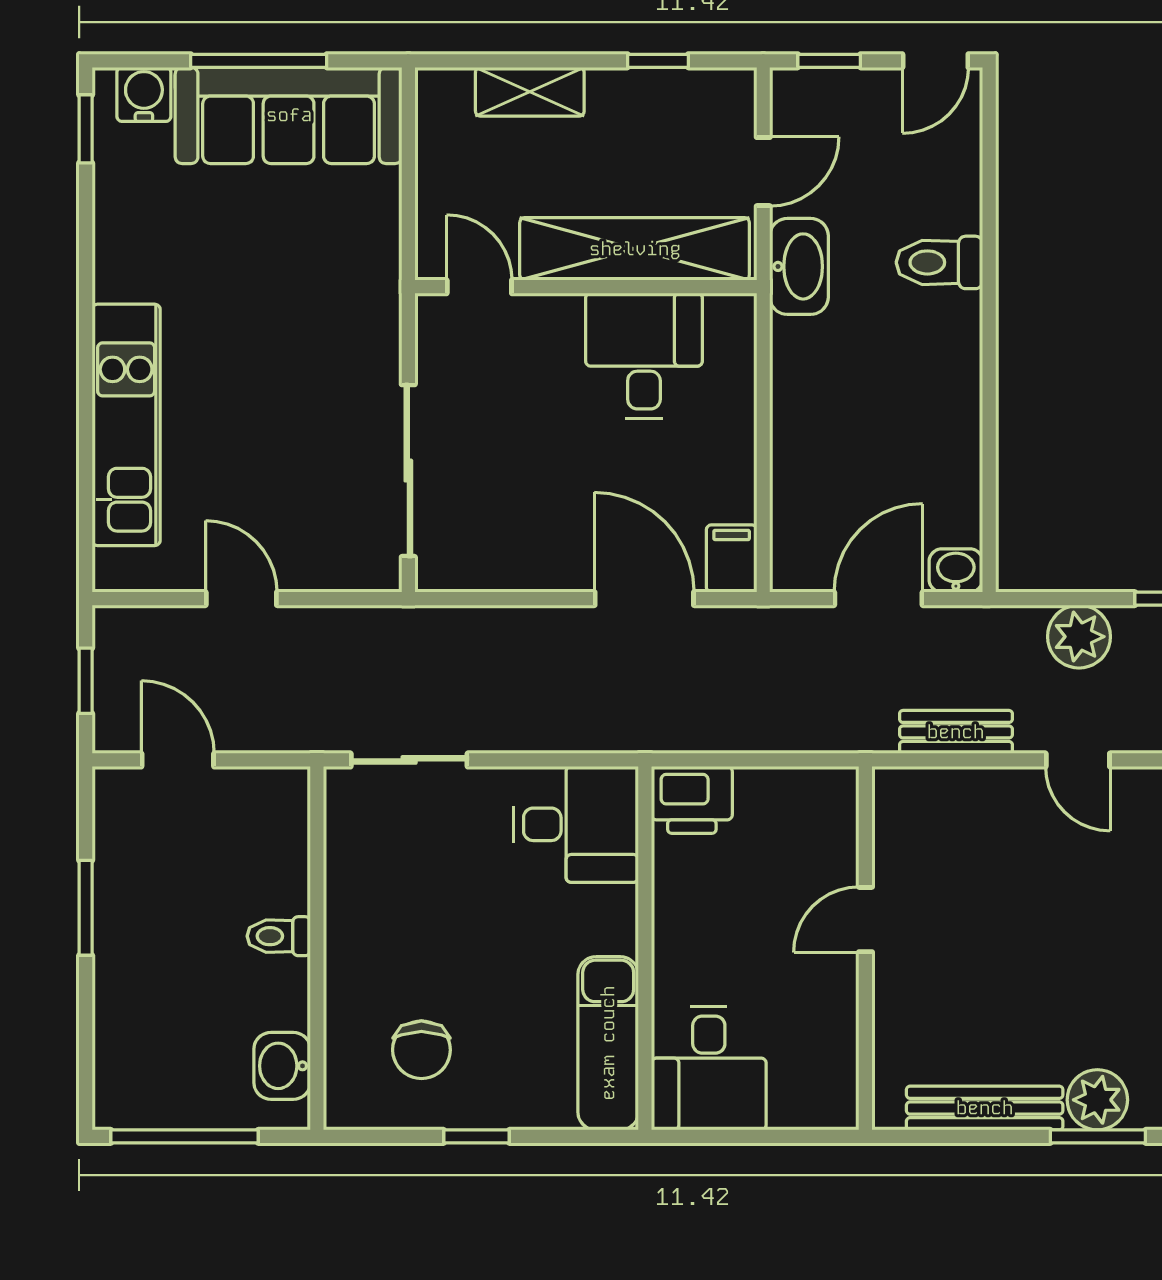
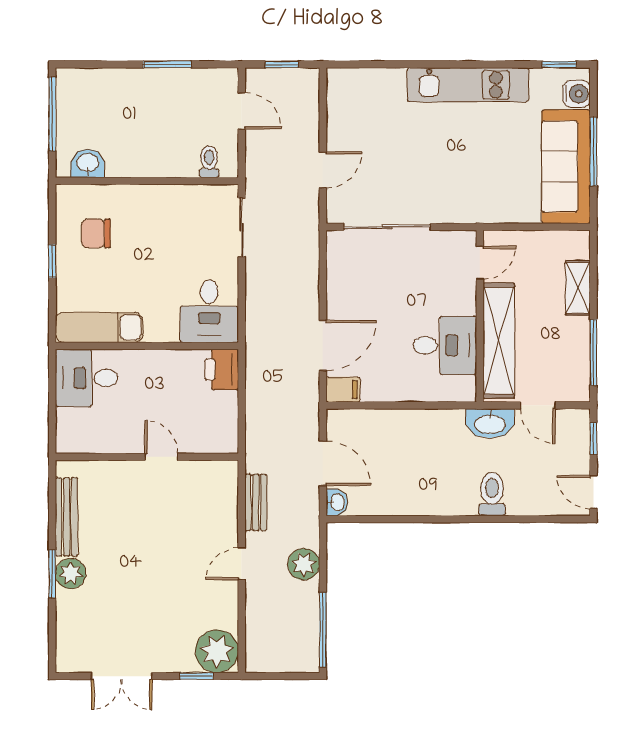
window: (658, 61) -> (593, 352), width x2.17
kitchen unit: (126, 425) -> (468, 85), moved
door: (241, 599) -> (323, 170), moved
door: (178, 760) -> (242, 111), hinge flipped
toilet: (279, 936) -> (209, 162), moved

